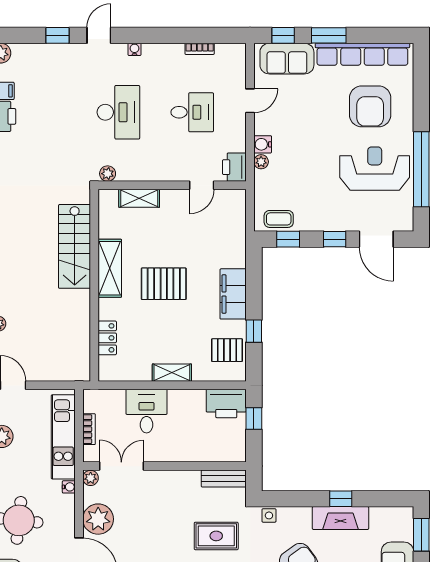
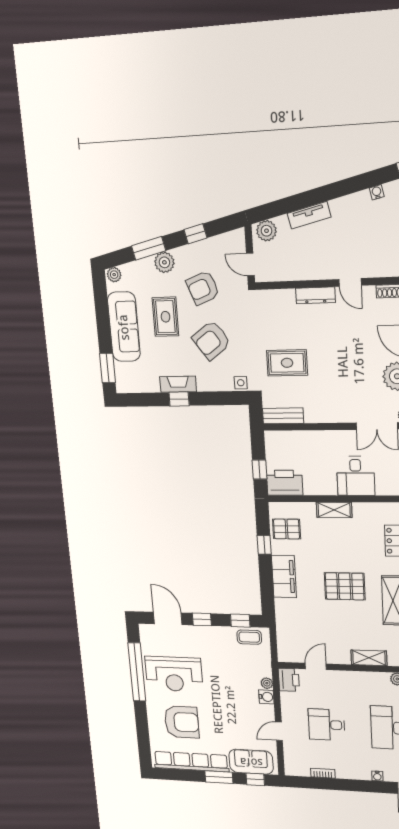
armchair: (370, 106) -> (182, 722), turned 90
fireplace: (340, 518) -> (178, 384), width x0.73, depth x0.76

